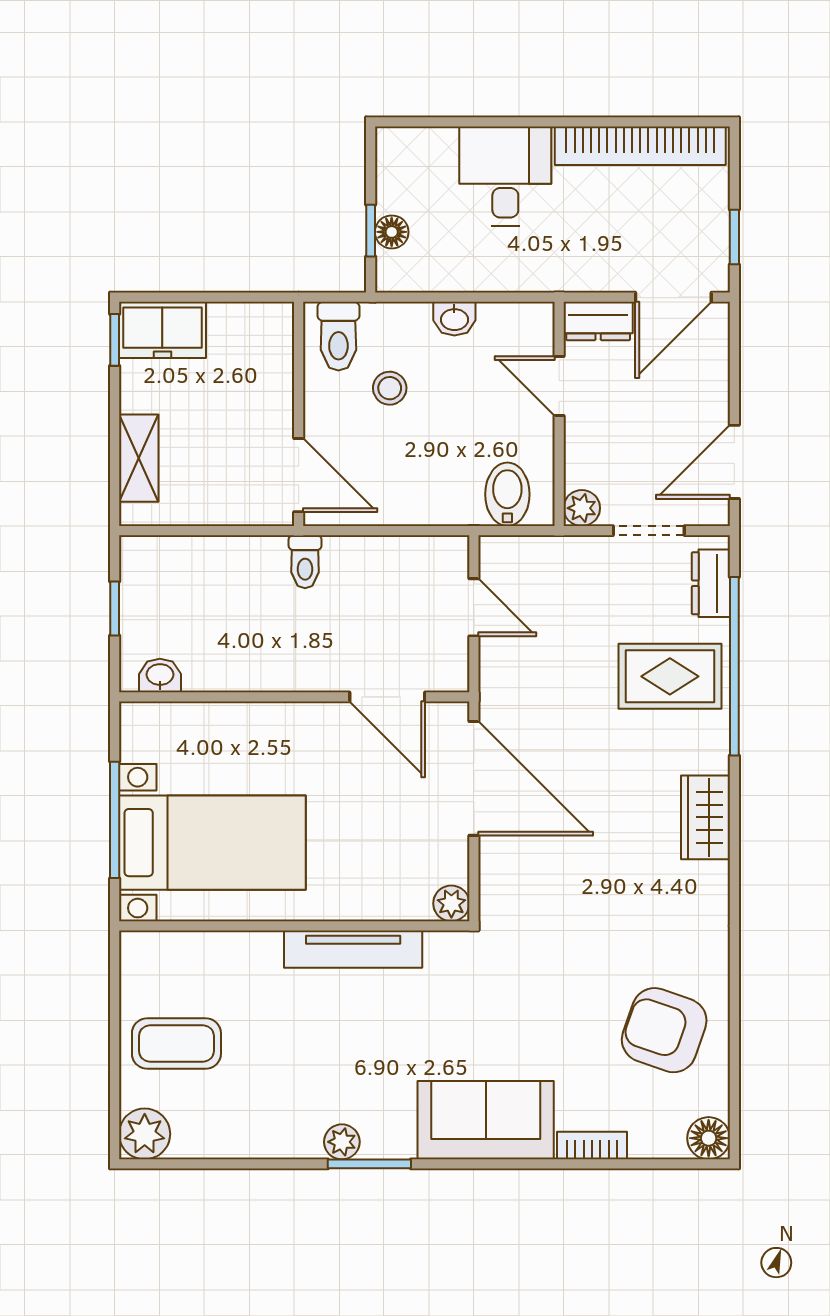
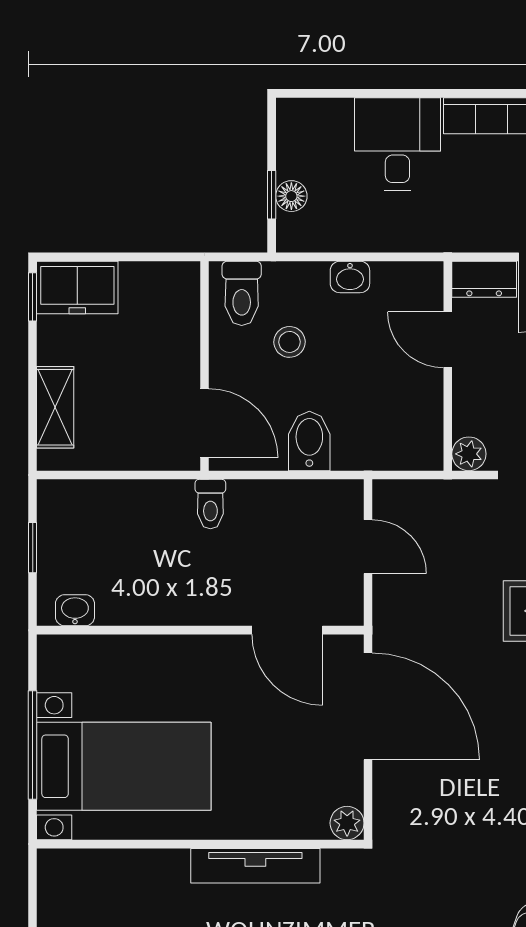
bidet: (507, 494) -> (309, 441), moved

